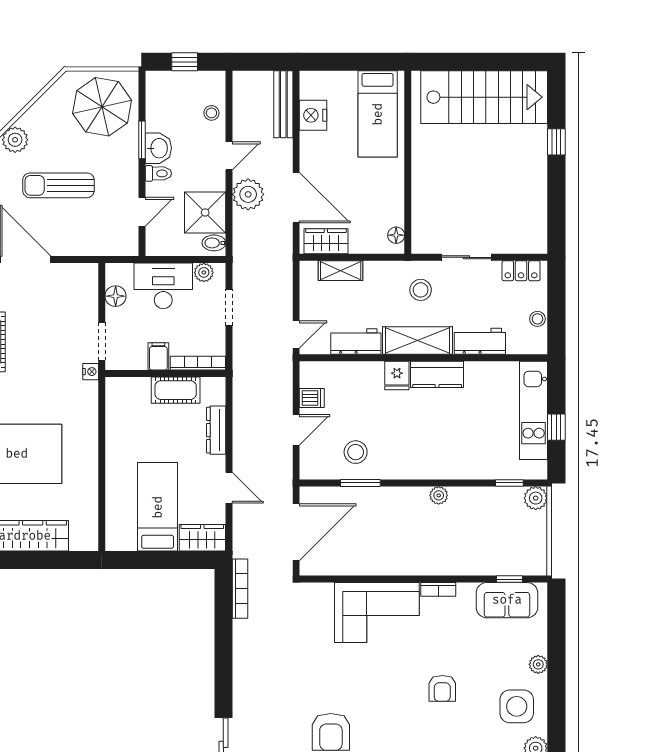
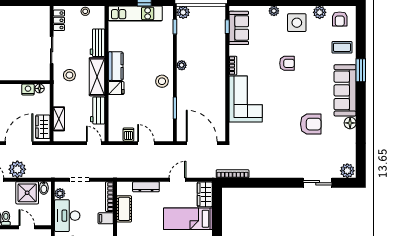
nightstand: (394, 214) -> (28, 90), added
stool: (356, 452) -> (162, 81), moved

